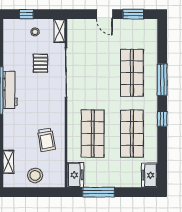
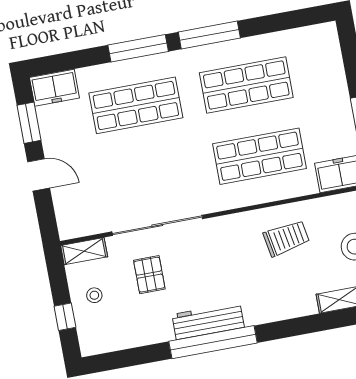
door: (105, 14) -> (39, 175), hinge flipped
pallet: (40, 63) -> (149, 275), turned 90
window: (162, 119) -> (209, 35), width x2.17
freezer: (149, 175) -> (54, 88), moved

